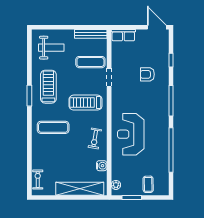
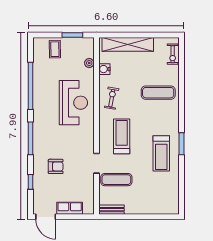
bench: (91, 34) -> (111, 210), width x0.73
row of seats: (123, 35) -> (70, 208), moved
weight bench: (51, 48) -> (158, 195), removed
treadmill: (86, 103) -> (122, 136), turned -90
exercise mat: (53, 127) -> (158, 93), moved
plant: (116, 185) -> (89, 63), moved

